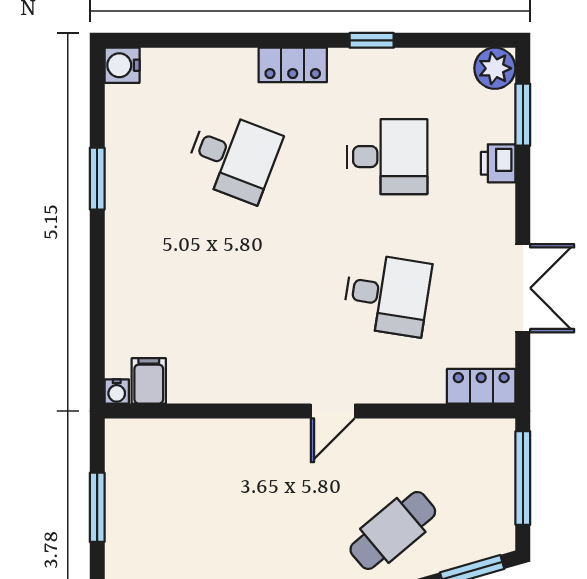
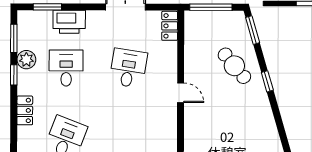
window: (453, 40) -> (14, 38), added
plant: (495, 68) -> (26, 60), moved
printer: (498, 163) -> (69, 22), width x1.87, depth x1.48

